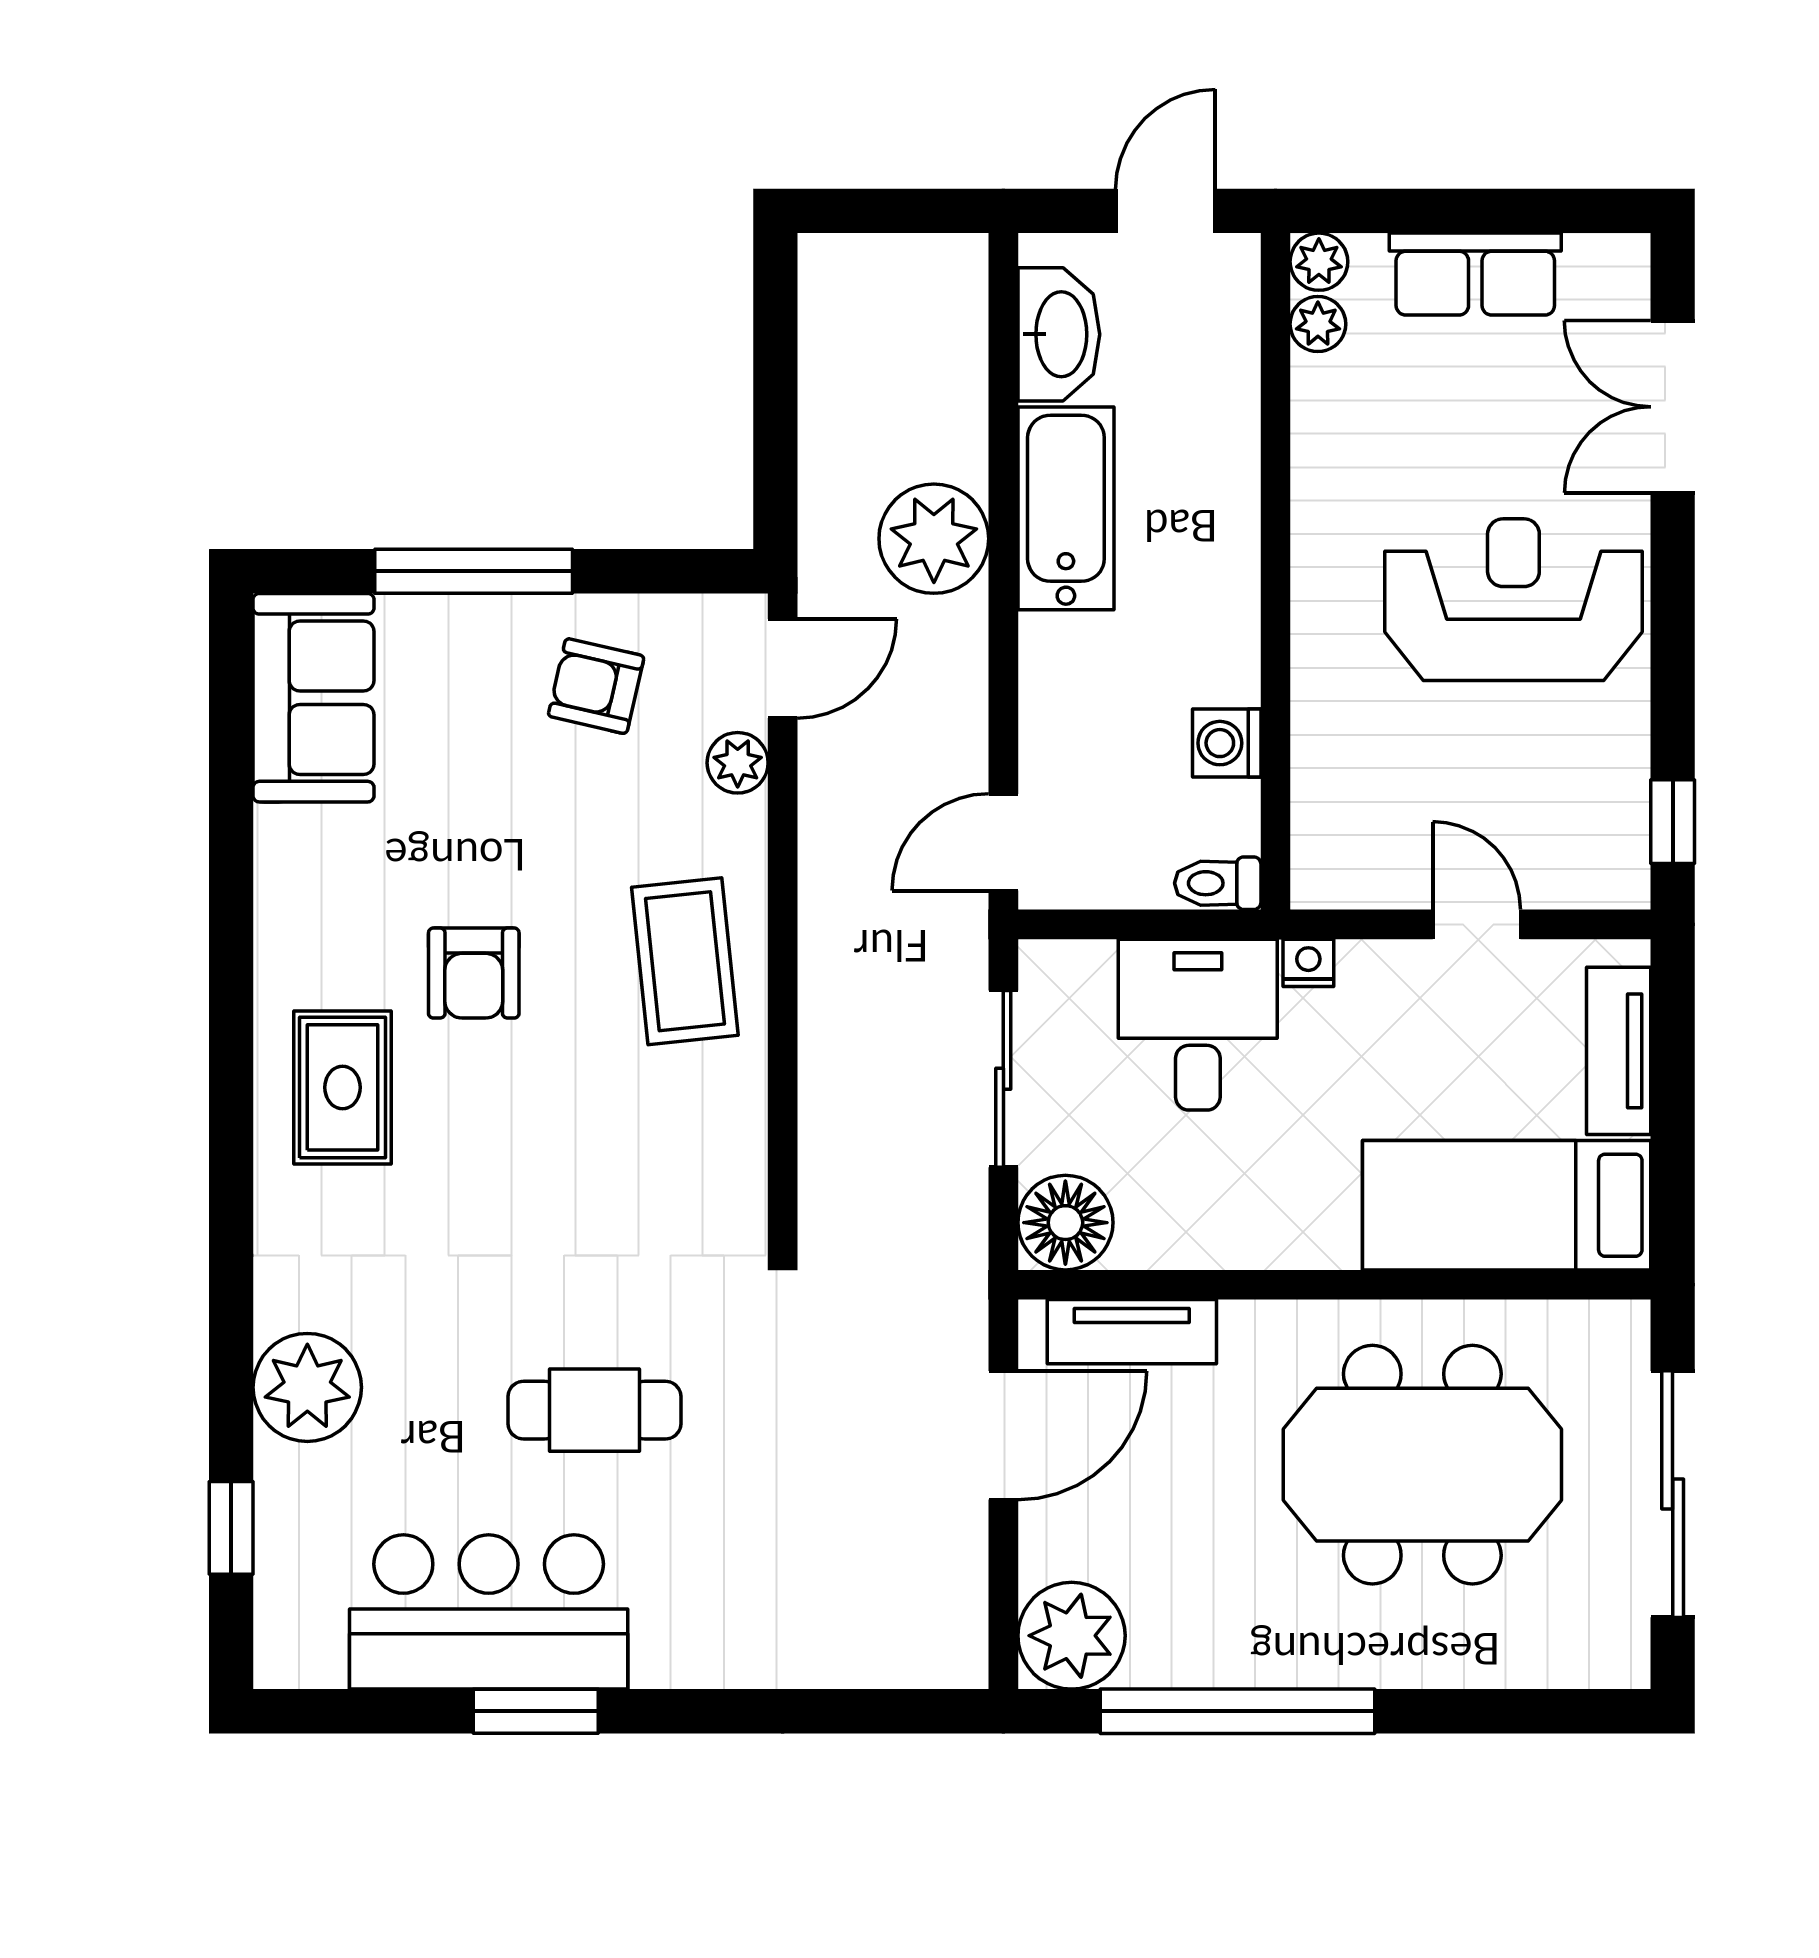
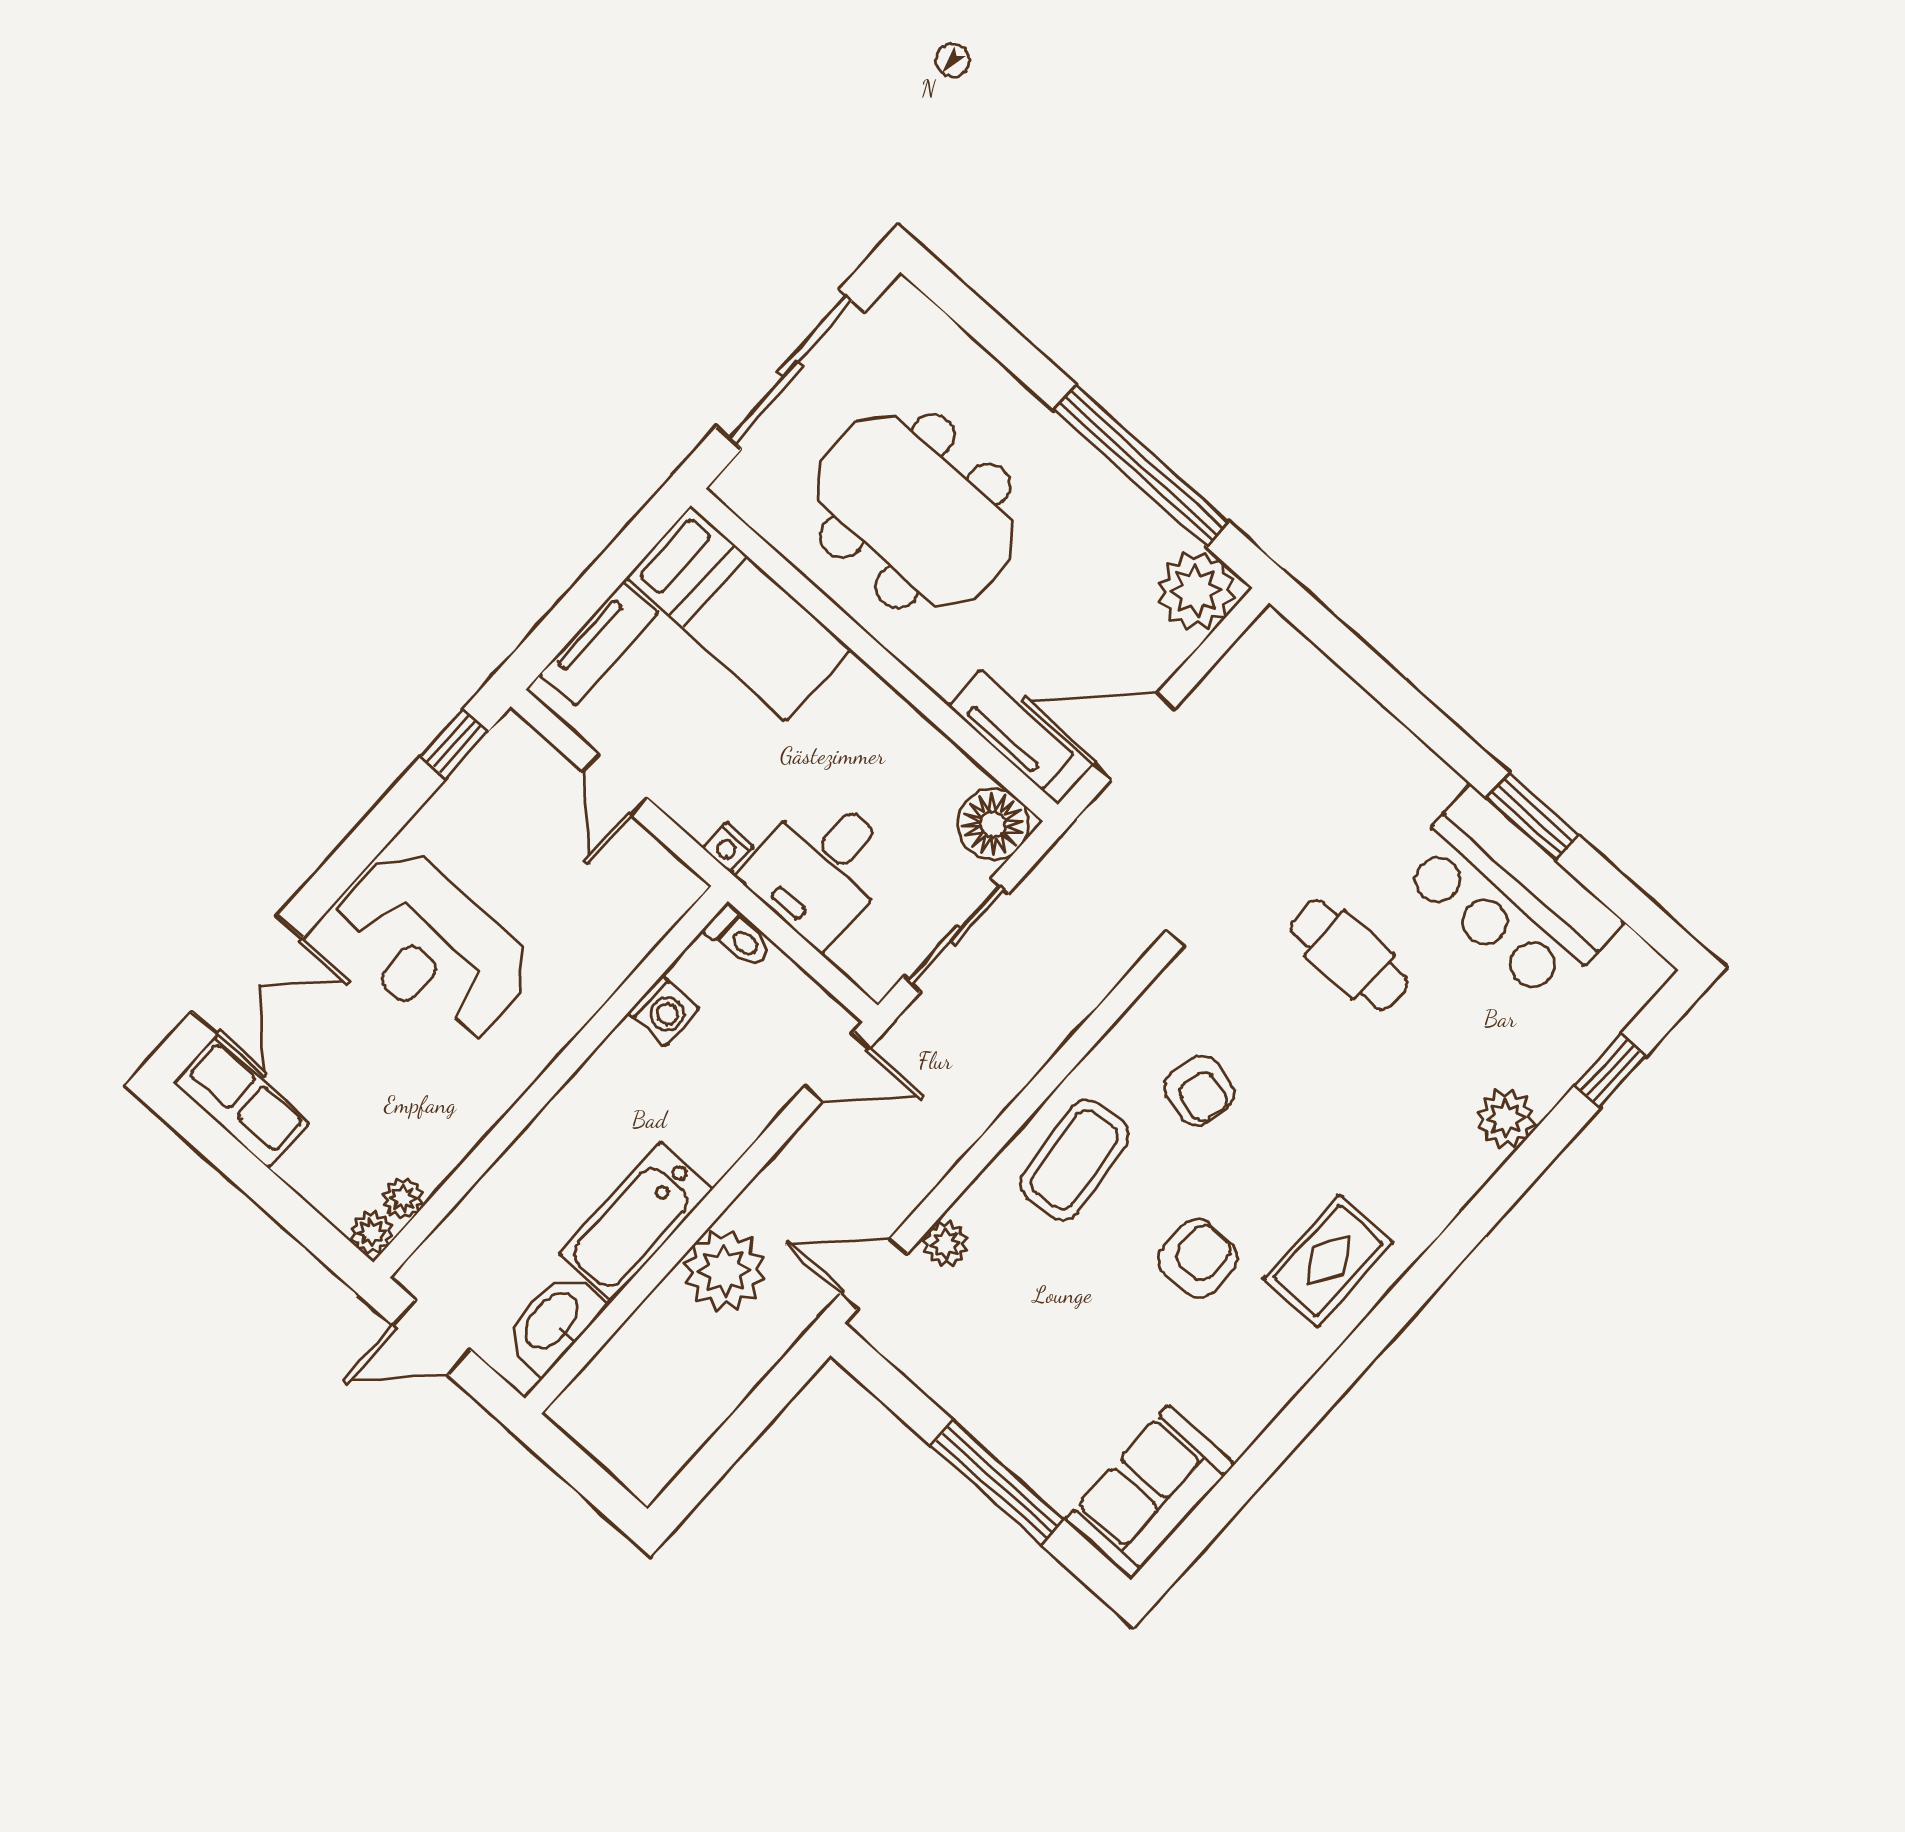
row of seats: (1475, 274) -> (241, 1103), moved
armchair: (596, 686) -> (1199, 1090), moved
plant: (307, 1387) -> (1506, 1118), width x0.73, depth x0.73

